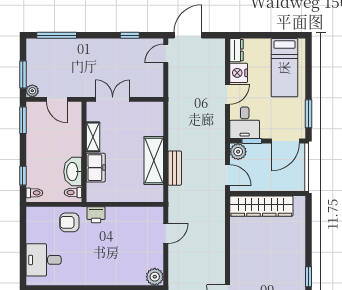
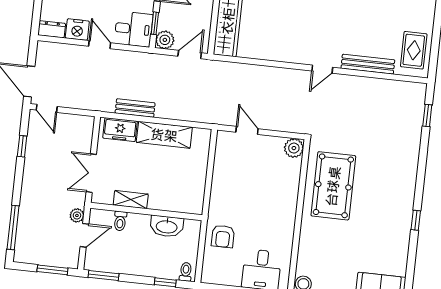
plant: (32, 91) -> (77, 215), moved
freezer: (96, 168) -> (120, 130), moved, turned 180
bench: (175, 168) -> (135, 108), moved
toilet: (73, 192) -> (120, 221), moved
printer: (96, 215) -> (218, 206), removed

